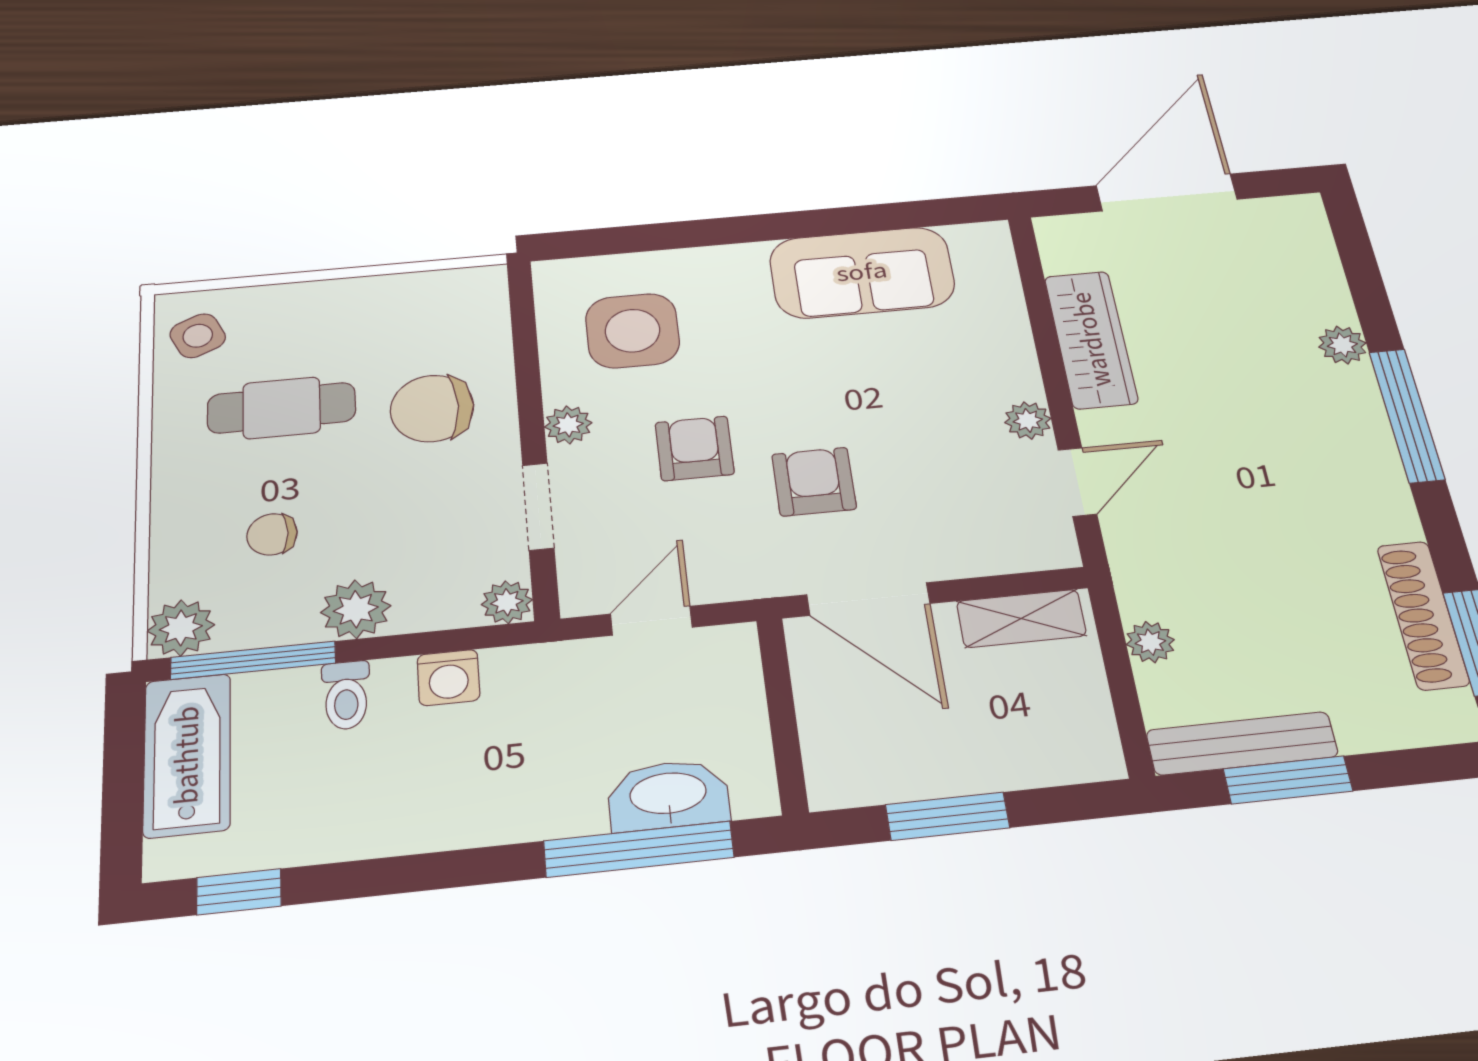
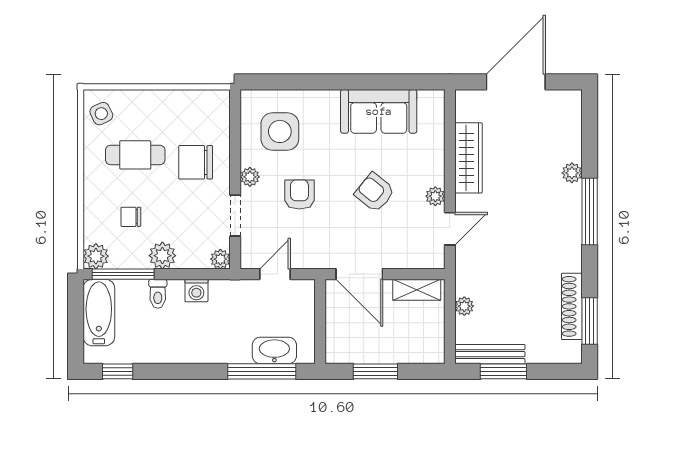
armchair: (814, 482) -> (375, 192), moved, turned -51

